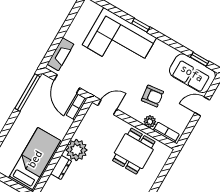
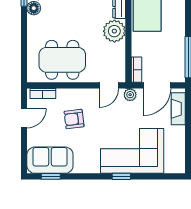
door: (67, 84) -> (157, 85), swing flipped
door: (202, 106) -> (24, 118), moved
plant: (150, 122) -> (130, 95), moved
dining table: (134, 151) -> (62, 60), width x1.38

